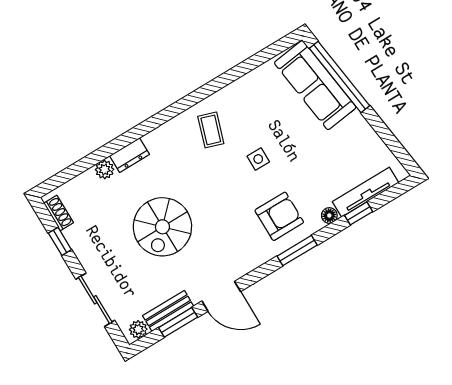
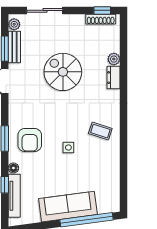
sofa: (315, 85) -> (68, 207), moved
shoe rack: (59, 213) -> (101, 19), width x1.43
window: (60, 241) -> (102, 10), moved

